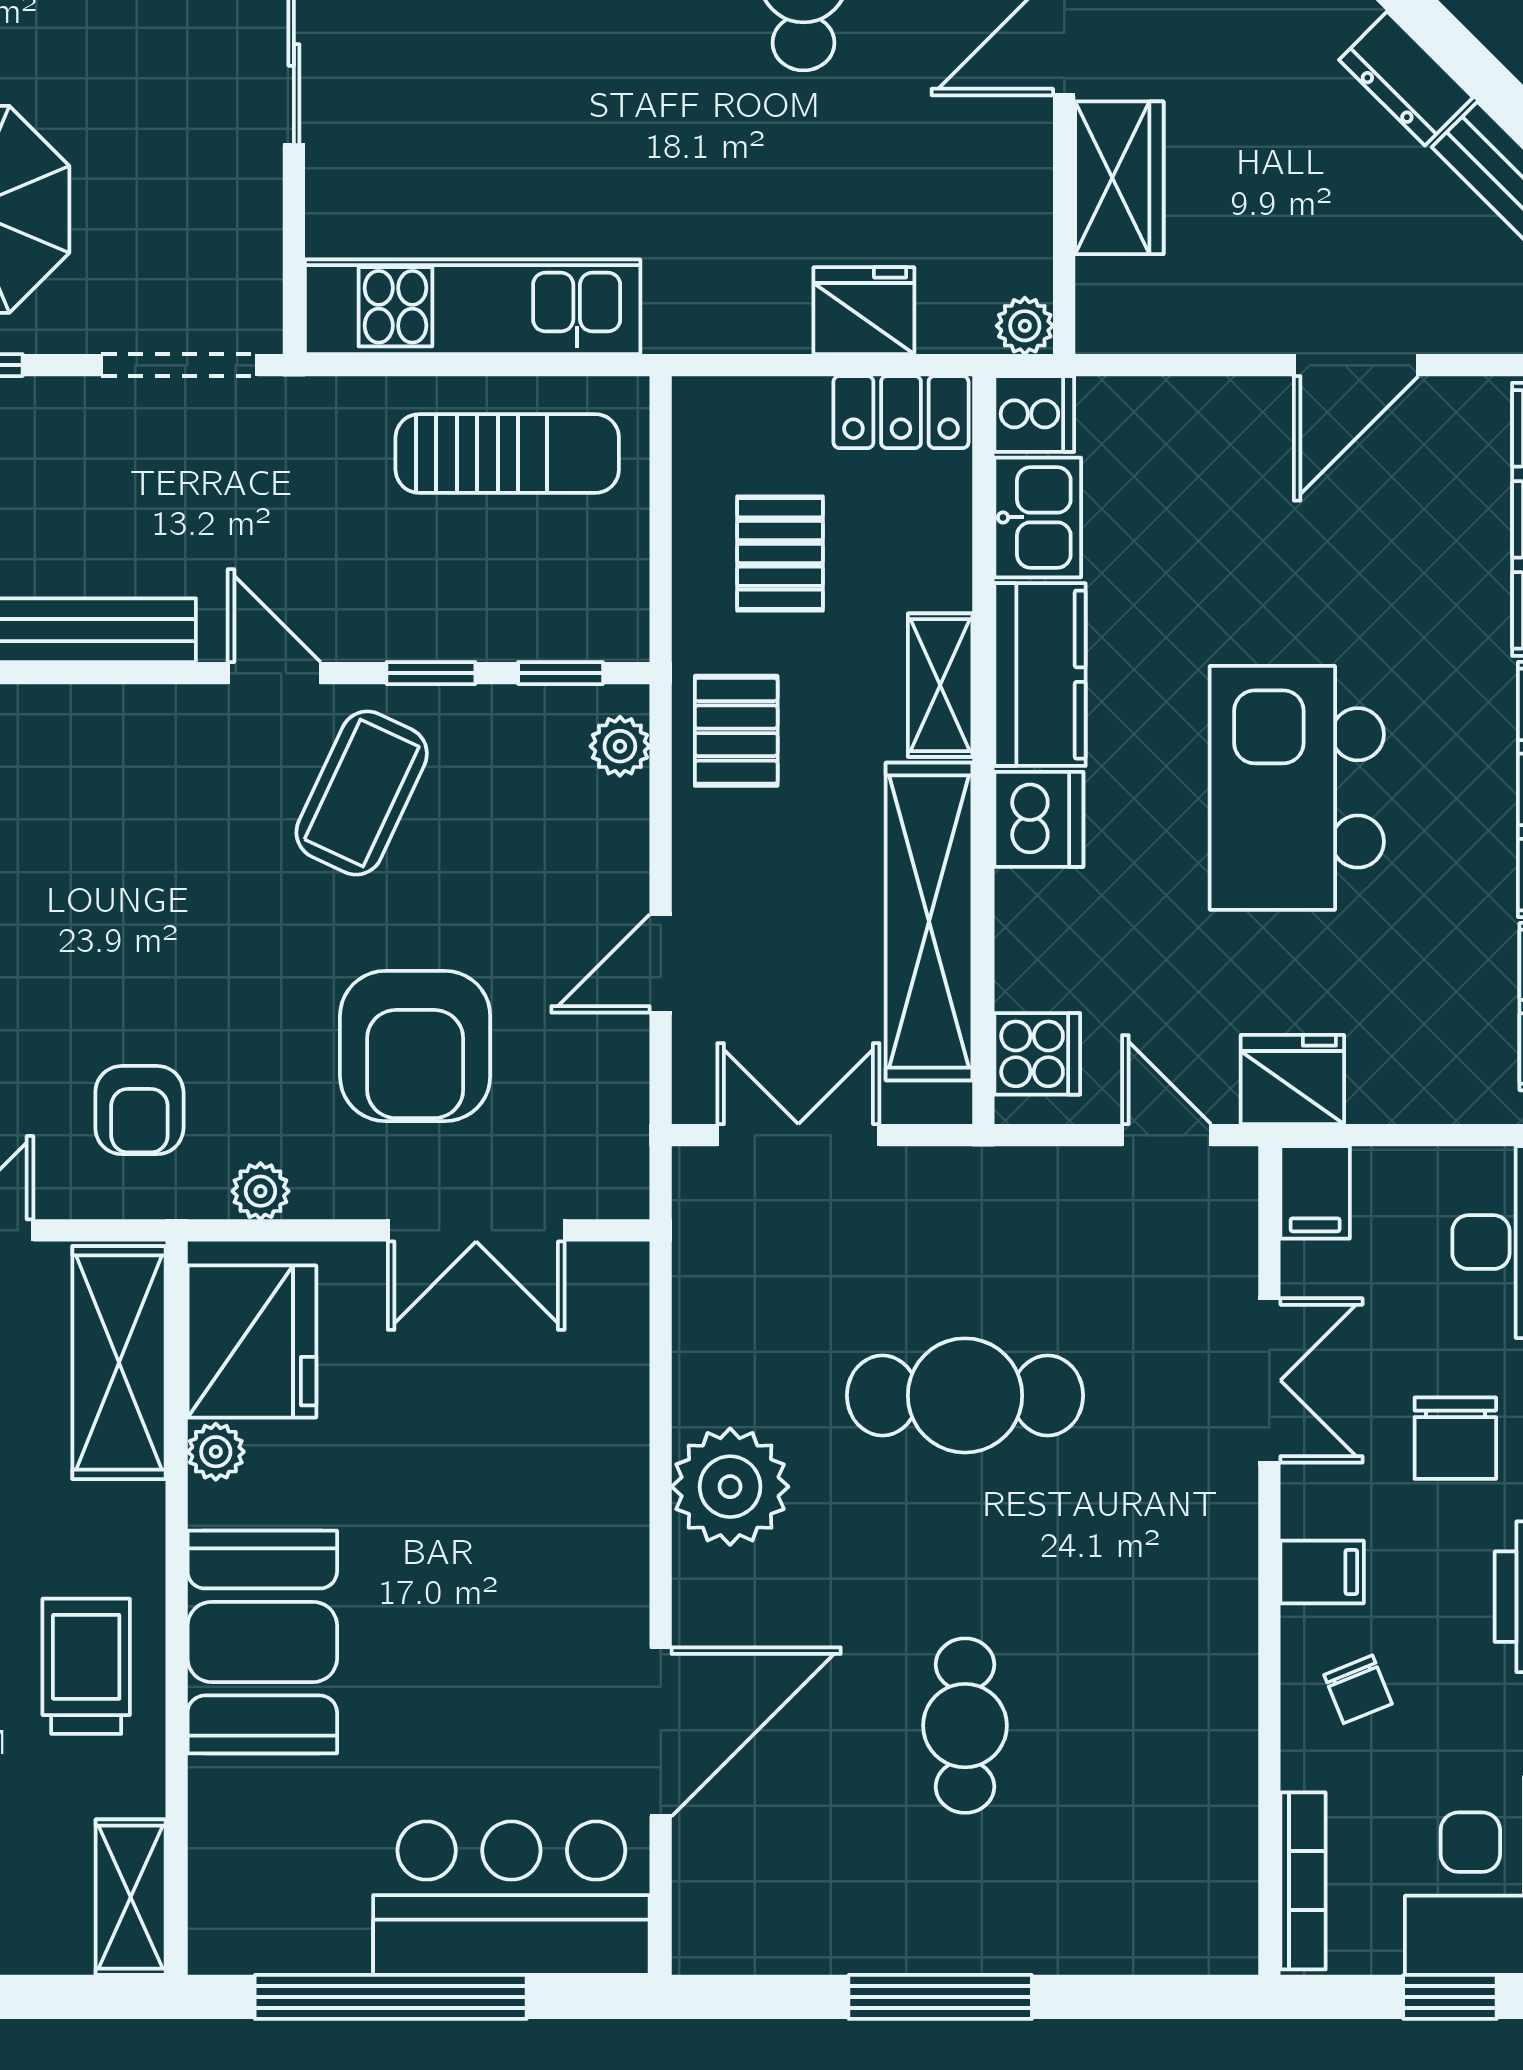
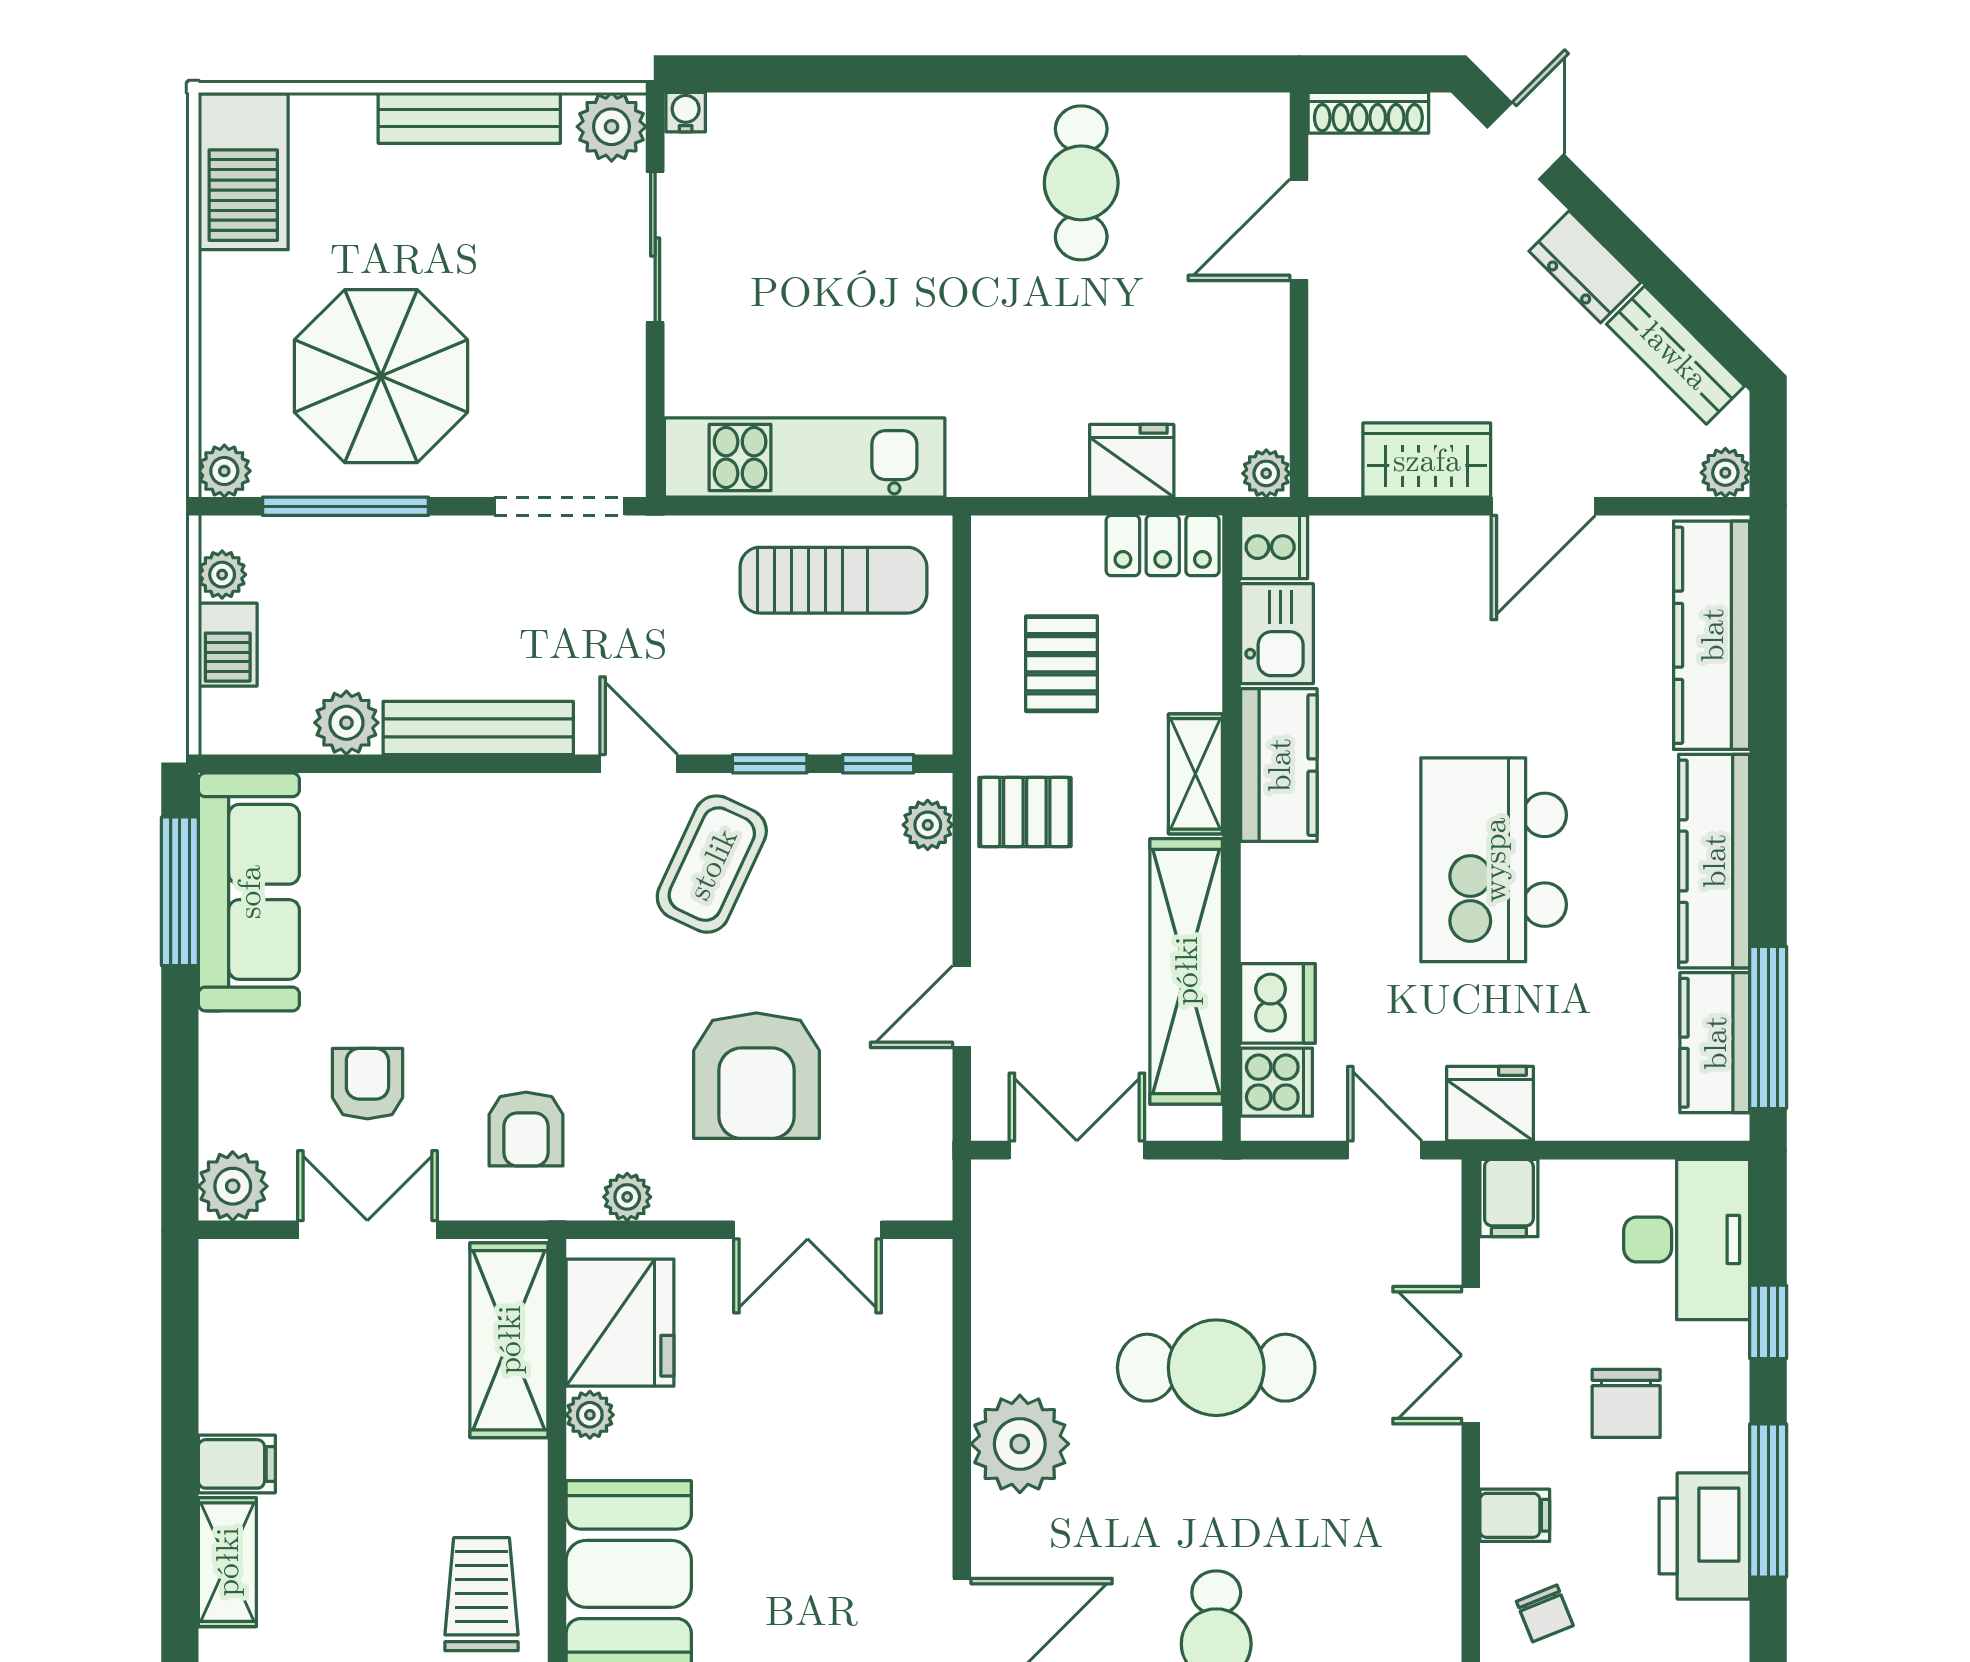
wardrobe: (1119, 178) -> (1427, 460), moved, turned -90
pallet: (736, 731) -> (1025, 812), turned 90
dishwasher: (1039, 819) -> (1278, 1003), moved
double door: (1269, 1380) -> (1471, 1355), swing flipped

